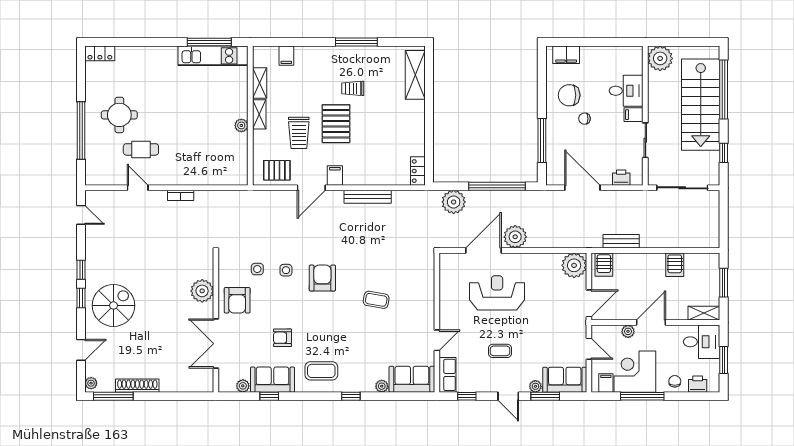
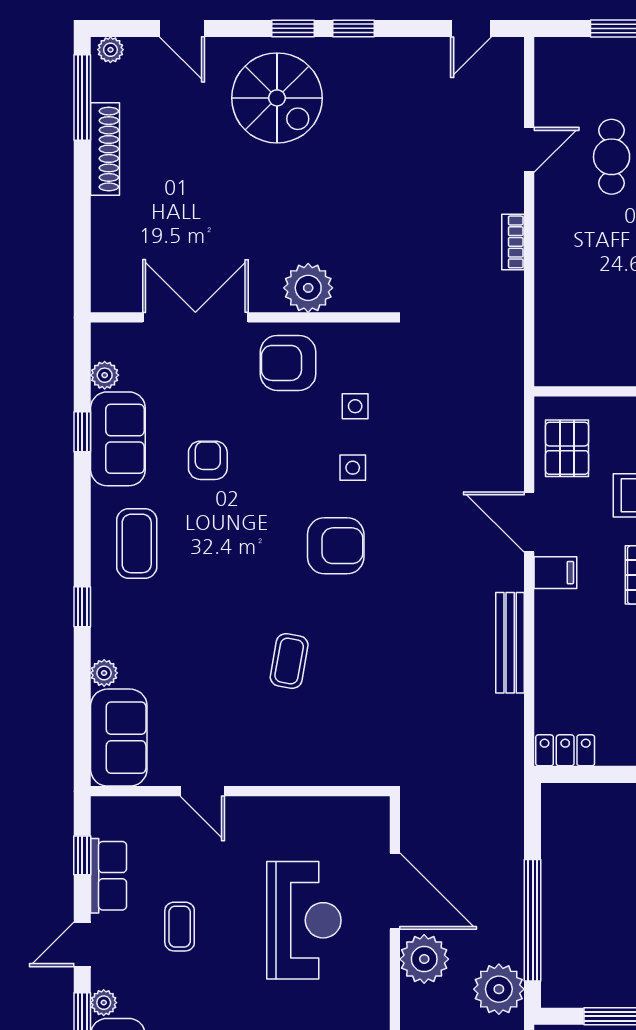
plant: (454, 202) -> (499, 989), moved
row of seats: (448, 375) -> (109, 876), moved, turned -90

